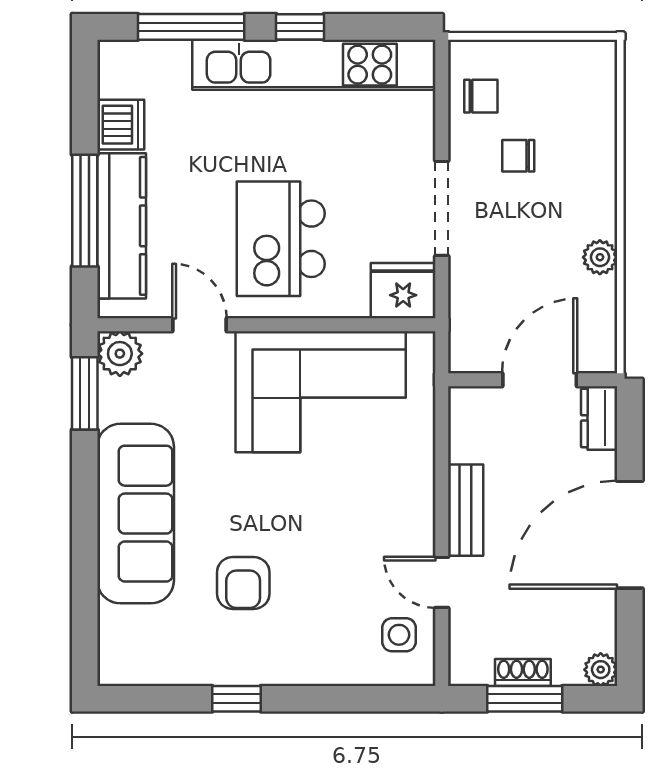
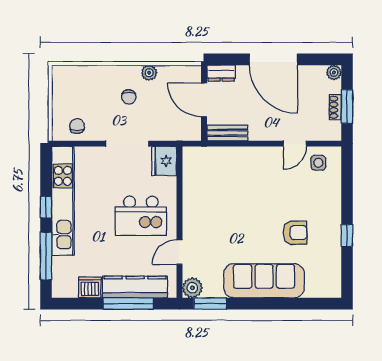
chair: (518, 156) -> (129, 97), moved
corner sofa: (321, 392) -> (209, 198), removed
bench: (466, 510) -> (227, 133), moved

